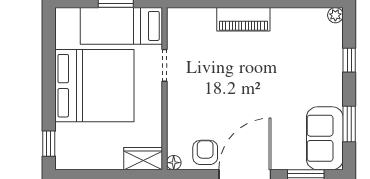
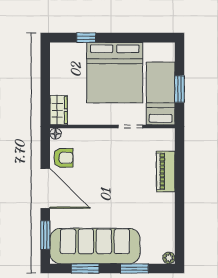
piano: (243, 19) -> (166, 171), moved
window: (349, 60) -> (134, 268), width x1.50
sofa: (325, 138) -> (95, 246), width x1.85, depth x1.27
window: (49, 144) -> (86, 38), moved

